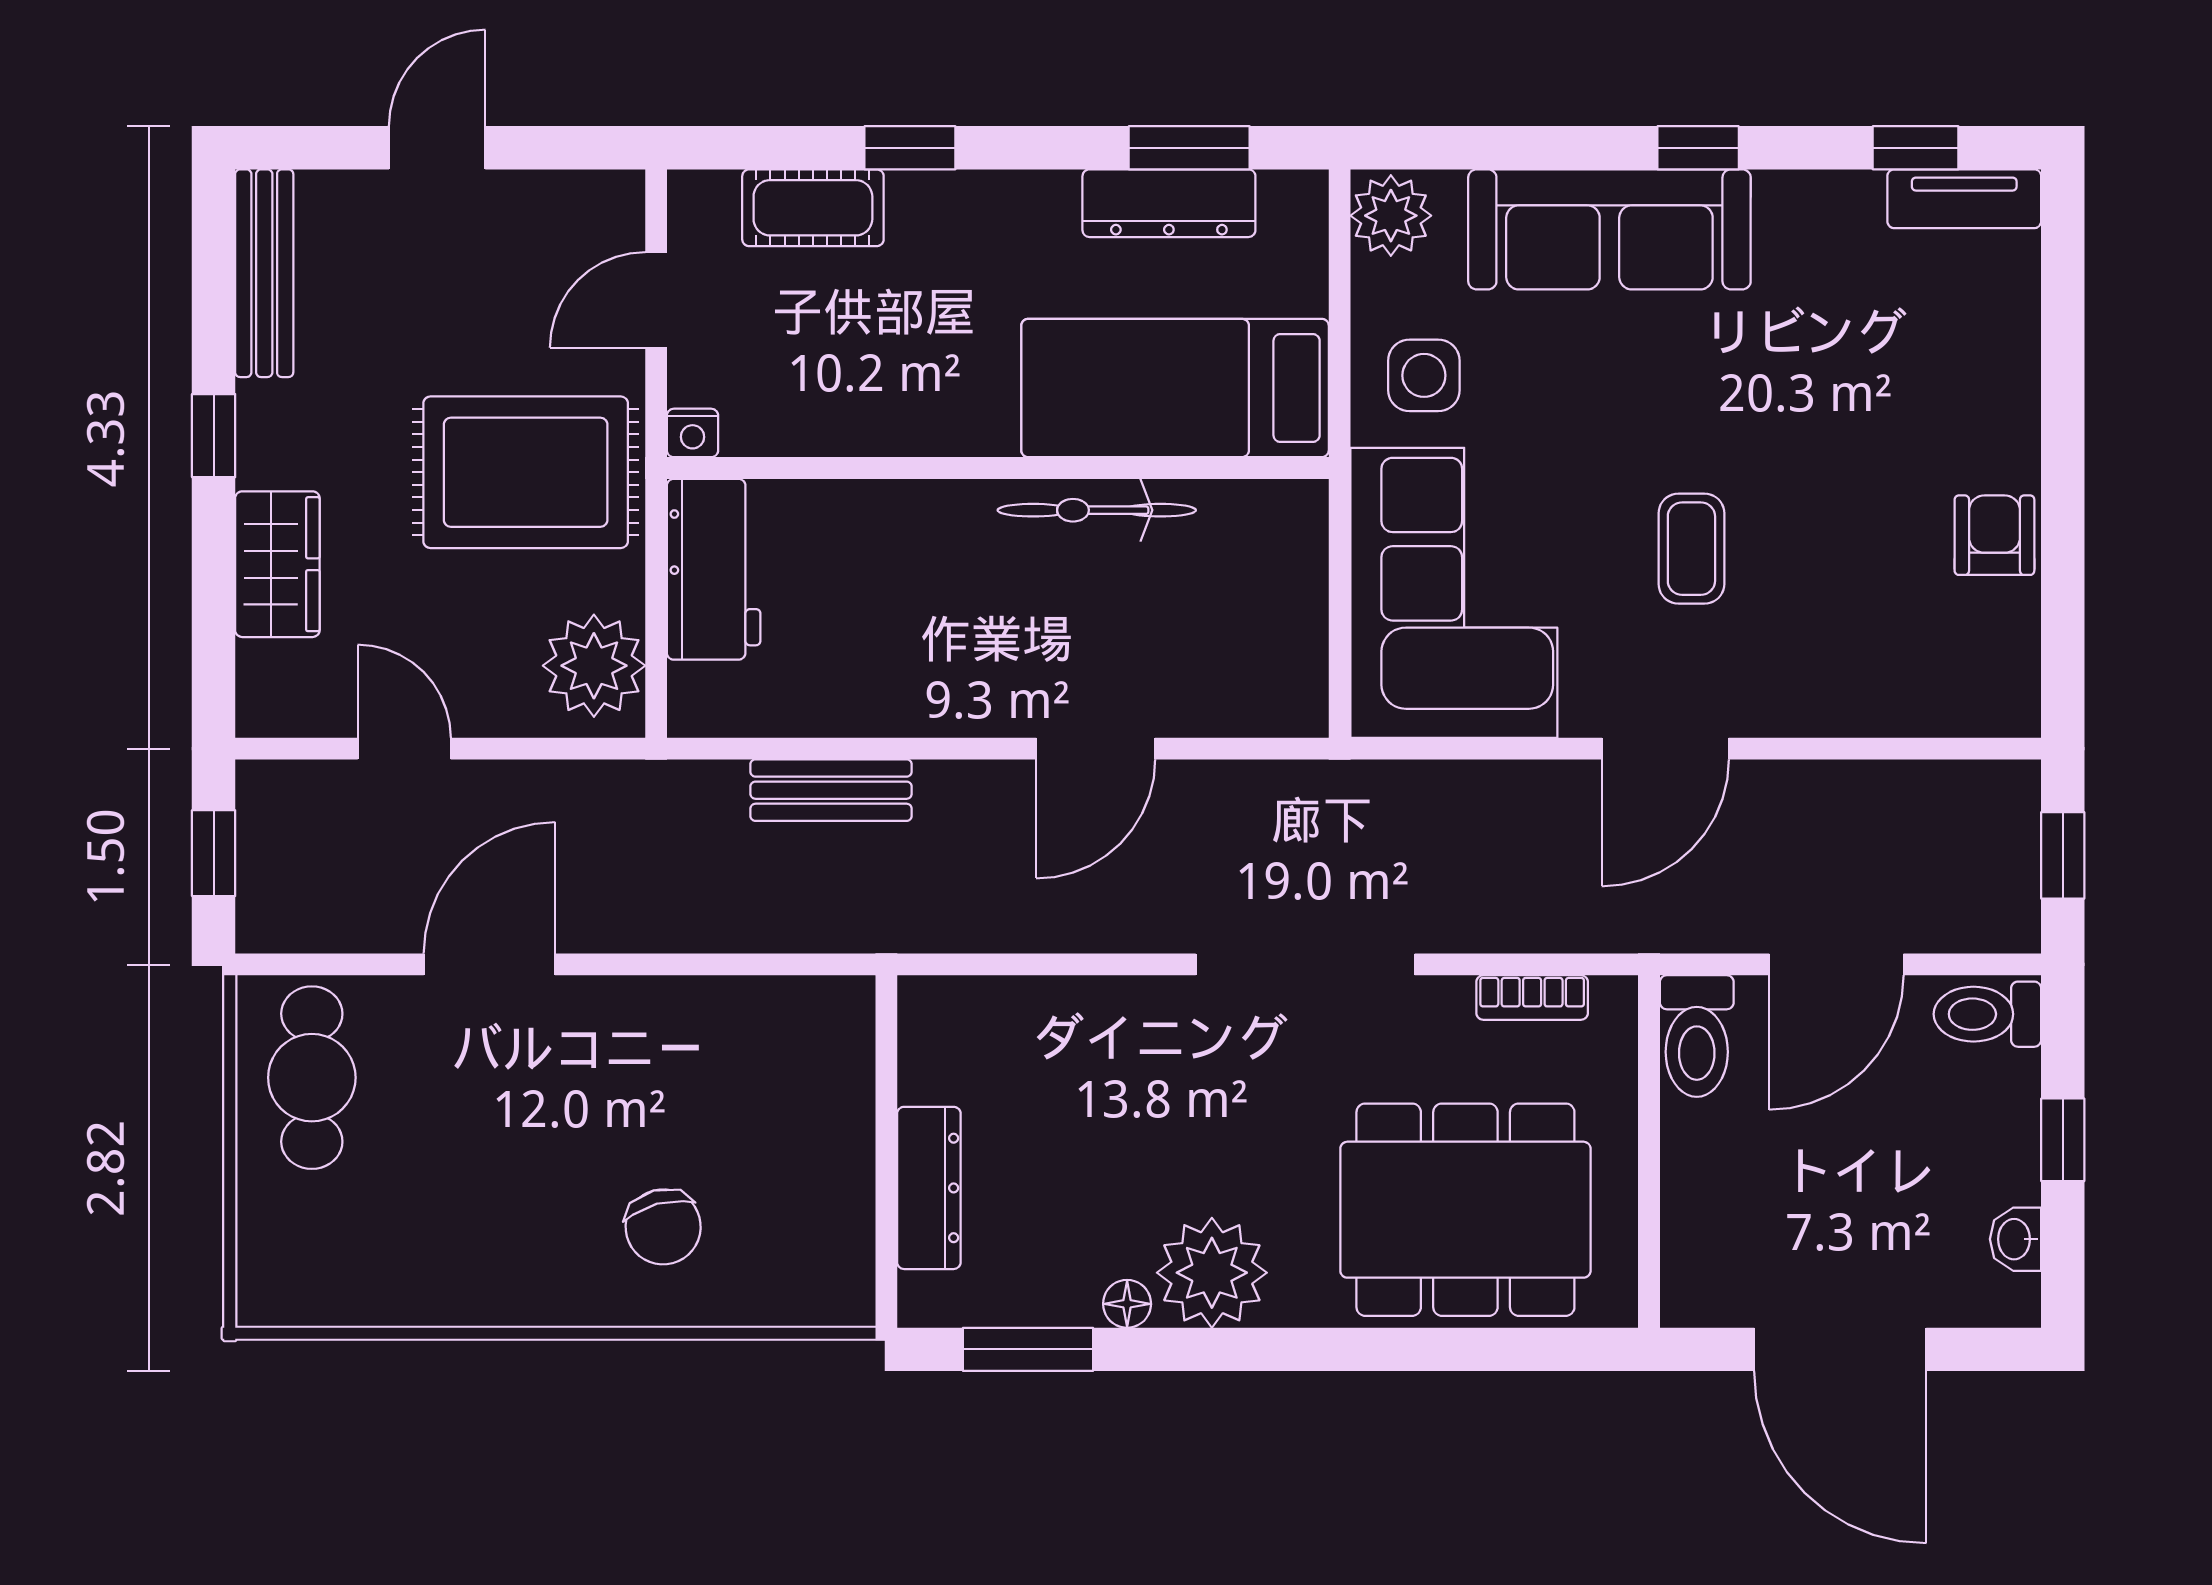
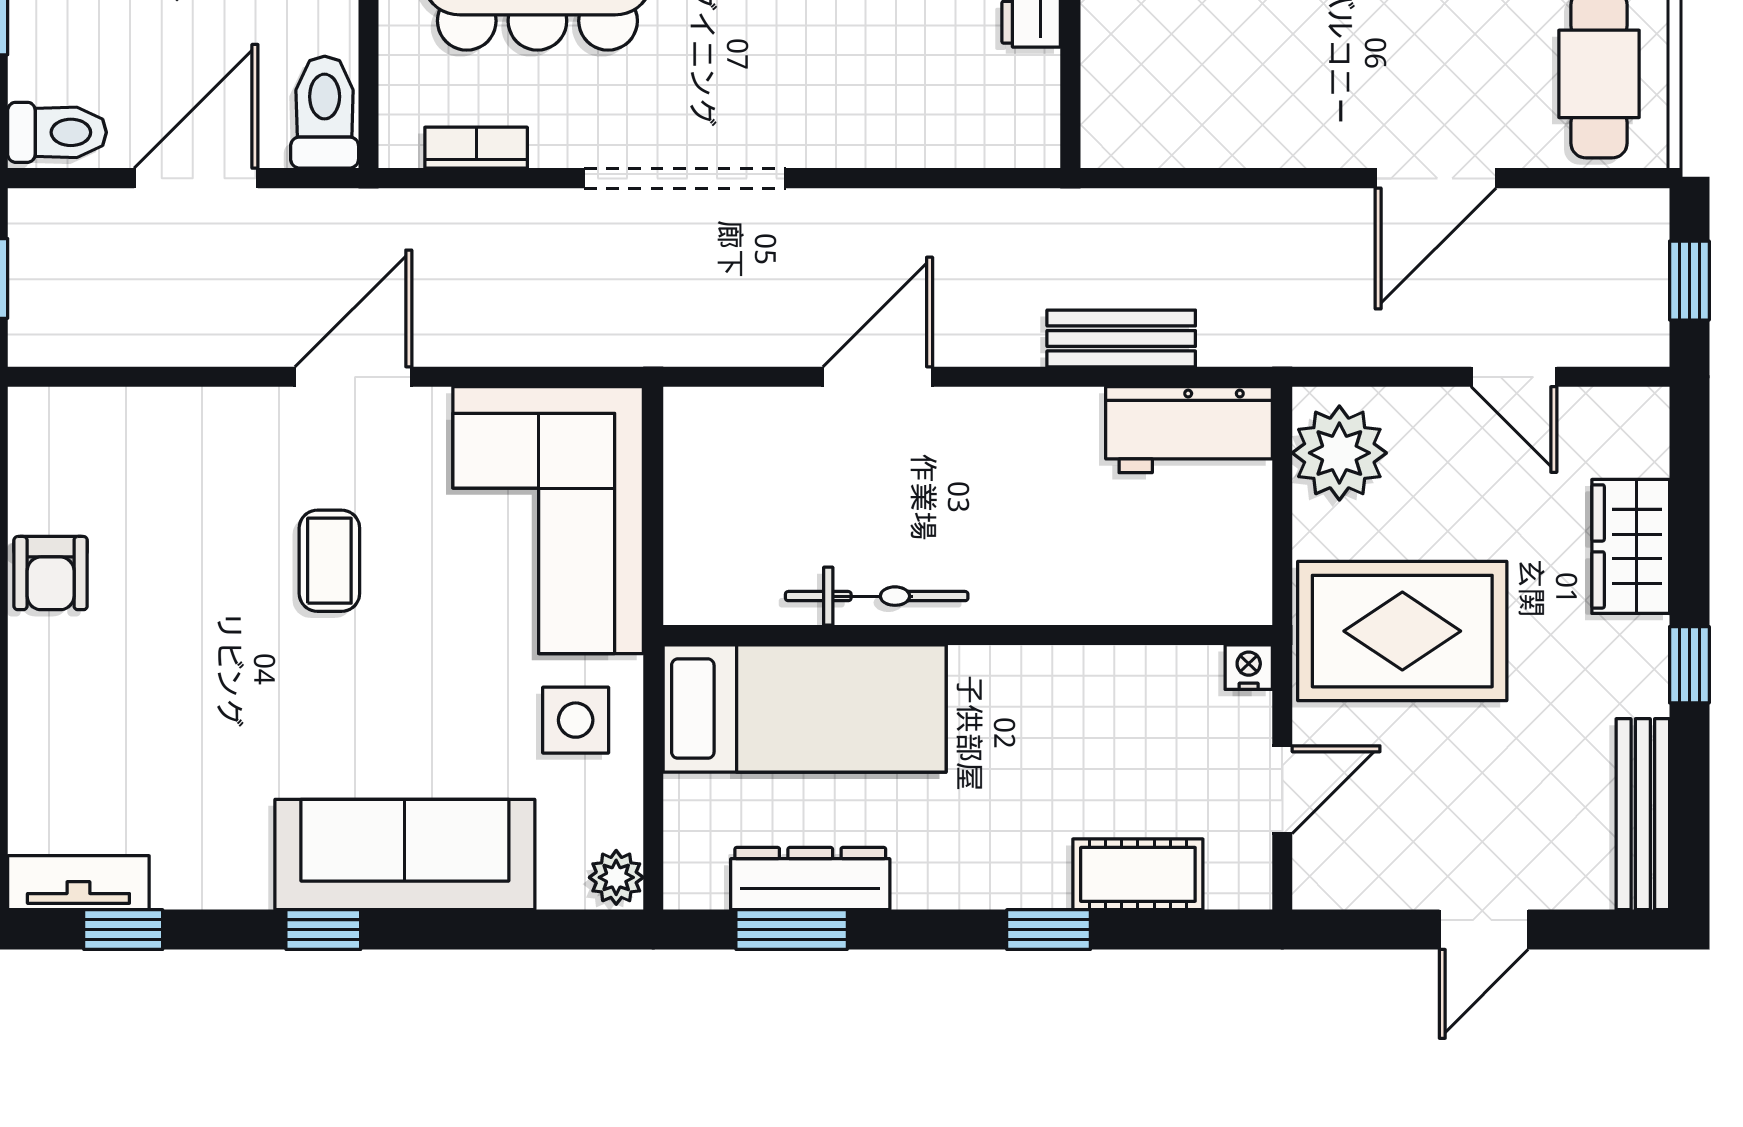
plant: (1391, 216) -> (616, 877), width x0.73, depth x0.73
workbench: (714, 569) -> (1189, 430), moved, turned -90

